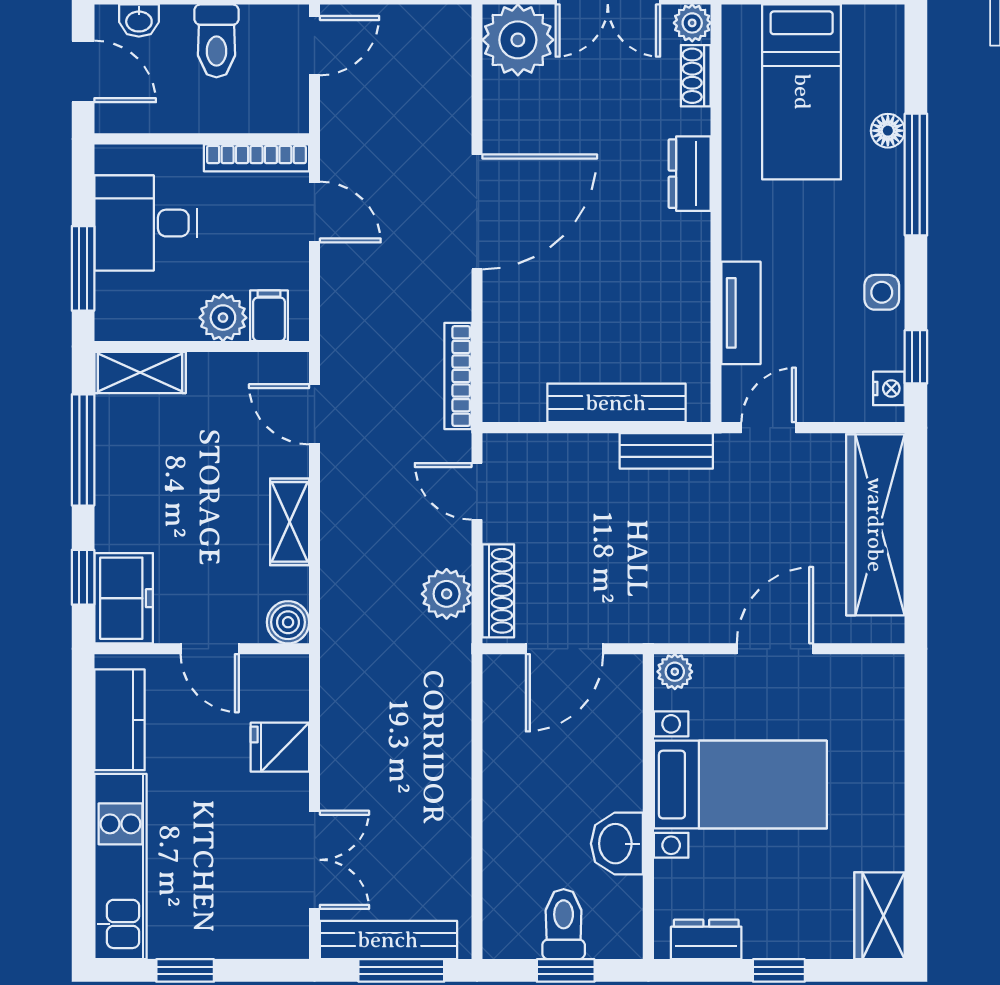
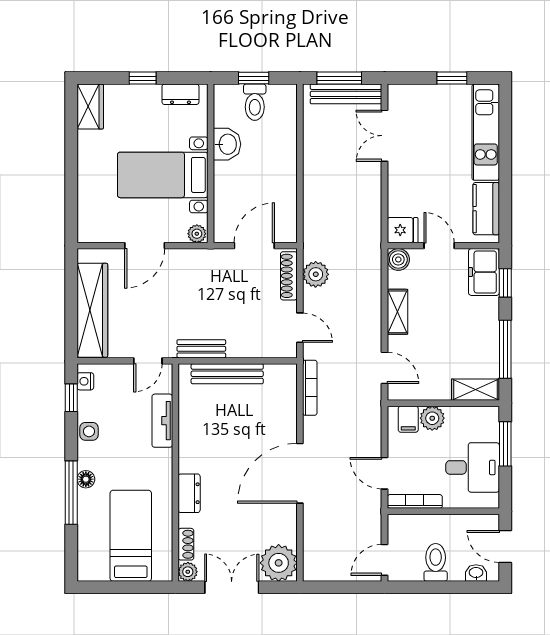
floor lamp: (888, 131) -> (86, 479), moved
fridge: (280, 747) -> (403, 230), moved

